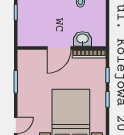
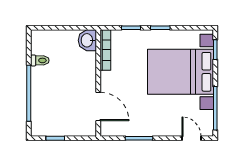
washbasin: (82, 39) -> (87, 40), moved
door: (59, 48) -> (98, 106), moved

